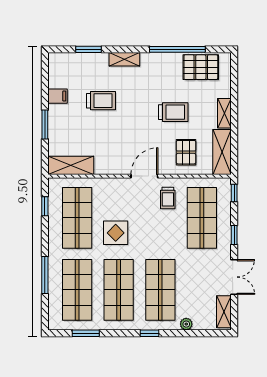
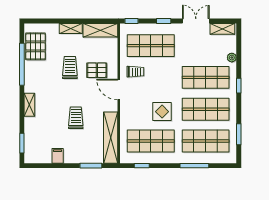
window: (89, 49) -> (22, 143), moved
trolley: (101, 101) -> (76, 118), moved
window: (45, 124) -> (91, 166), moved
pallet: (186, 152) -> (97, 70), moved
shelving: (71, 165) -> (111, 138), width x1.47

